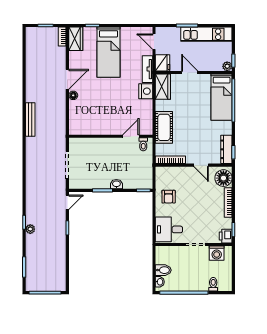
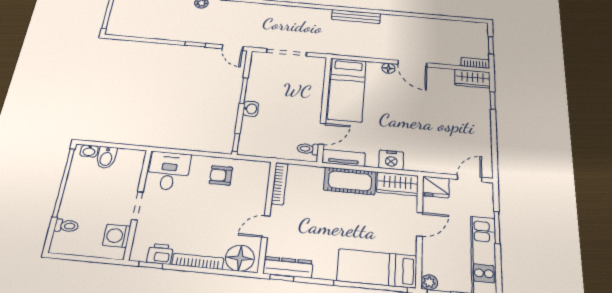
bed: (108, 52) -> (347, 90), moved, turned -90
tv unit: (147, 69) -> (344, 158), moved
cot: (164, 127) -> (350, 181), moved
door: (131, 136) -> (322, 134), hinge flipped
printer: (226, 236) -> (160, 254), moved

